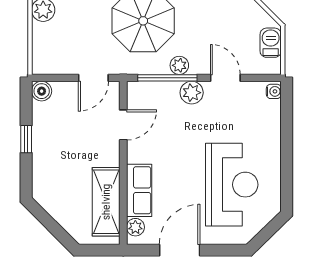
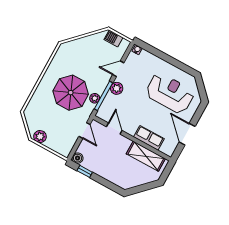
plant: (179, 65) -> (95, 98), moved
window: (26, 139) -> (85, 171), moved
plant: (135, 227) -> (165, 149), removed

